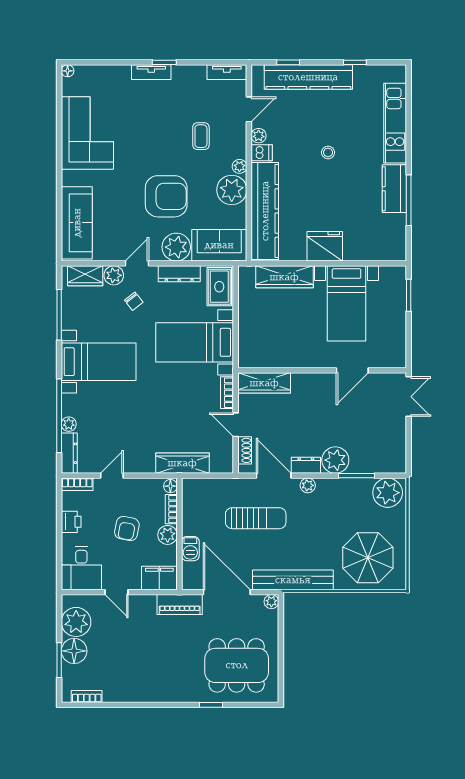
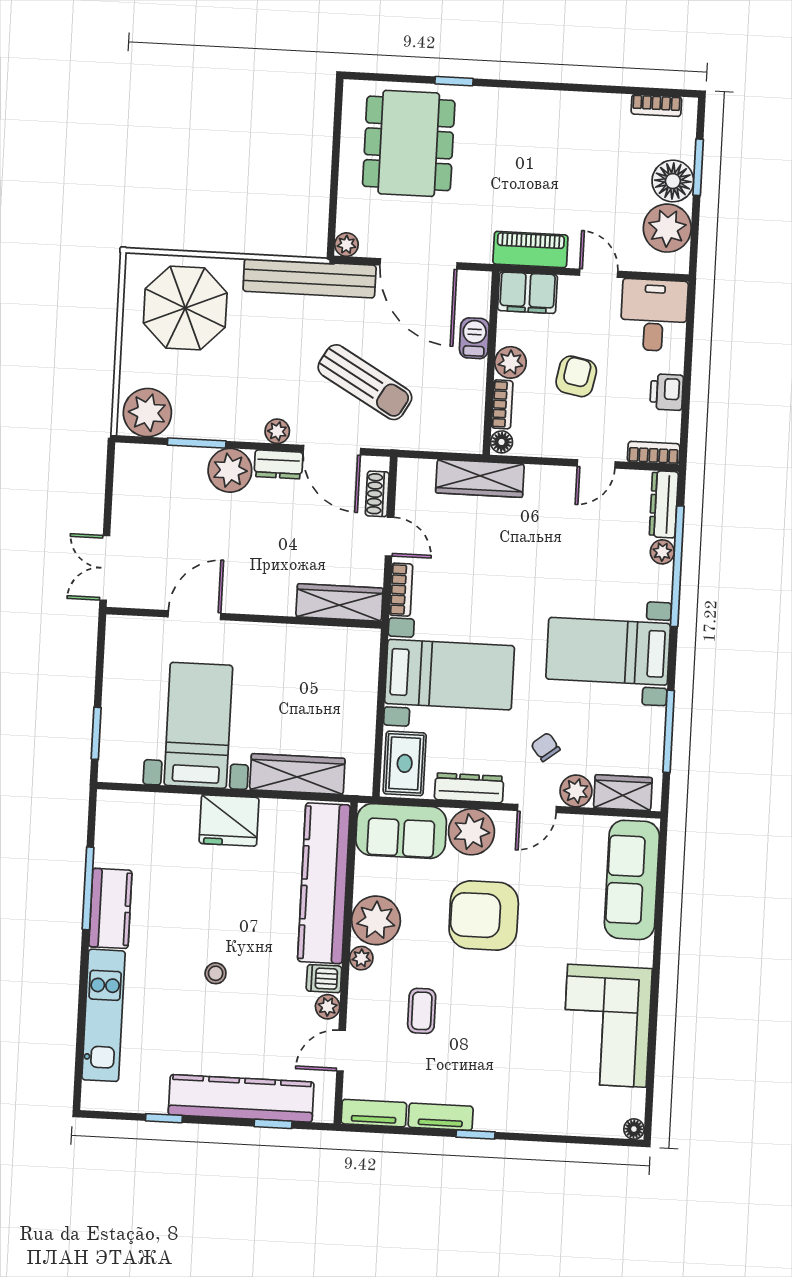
tv unit: (151, 72) -> (441, 1117), moved
sun lounger: (256, 518) -> (365, 382), turned -150
piano: (180, 605) -> (530, 249), moved
dining table: (237, 665) -> (409, 143), turned 90

